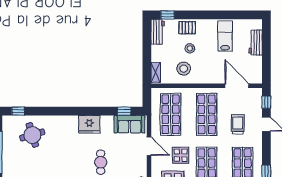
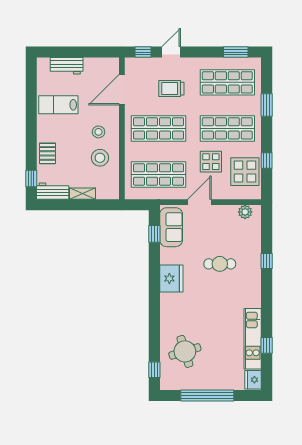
stool: (190, 48) -> (98, 132), moved
shelving: (156, 72) -> (83, 194), moved

